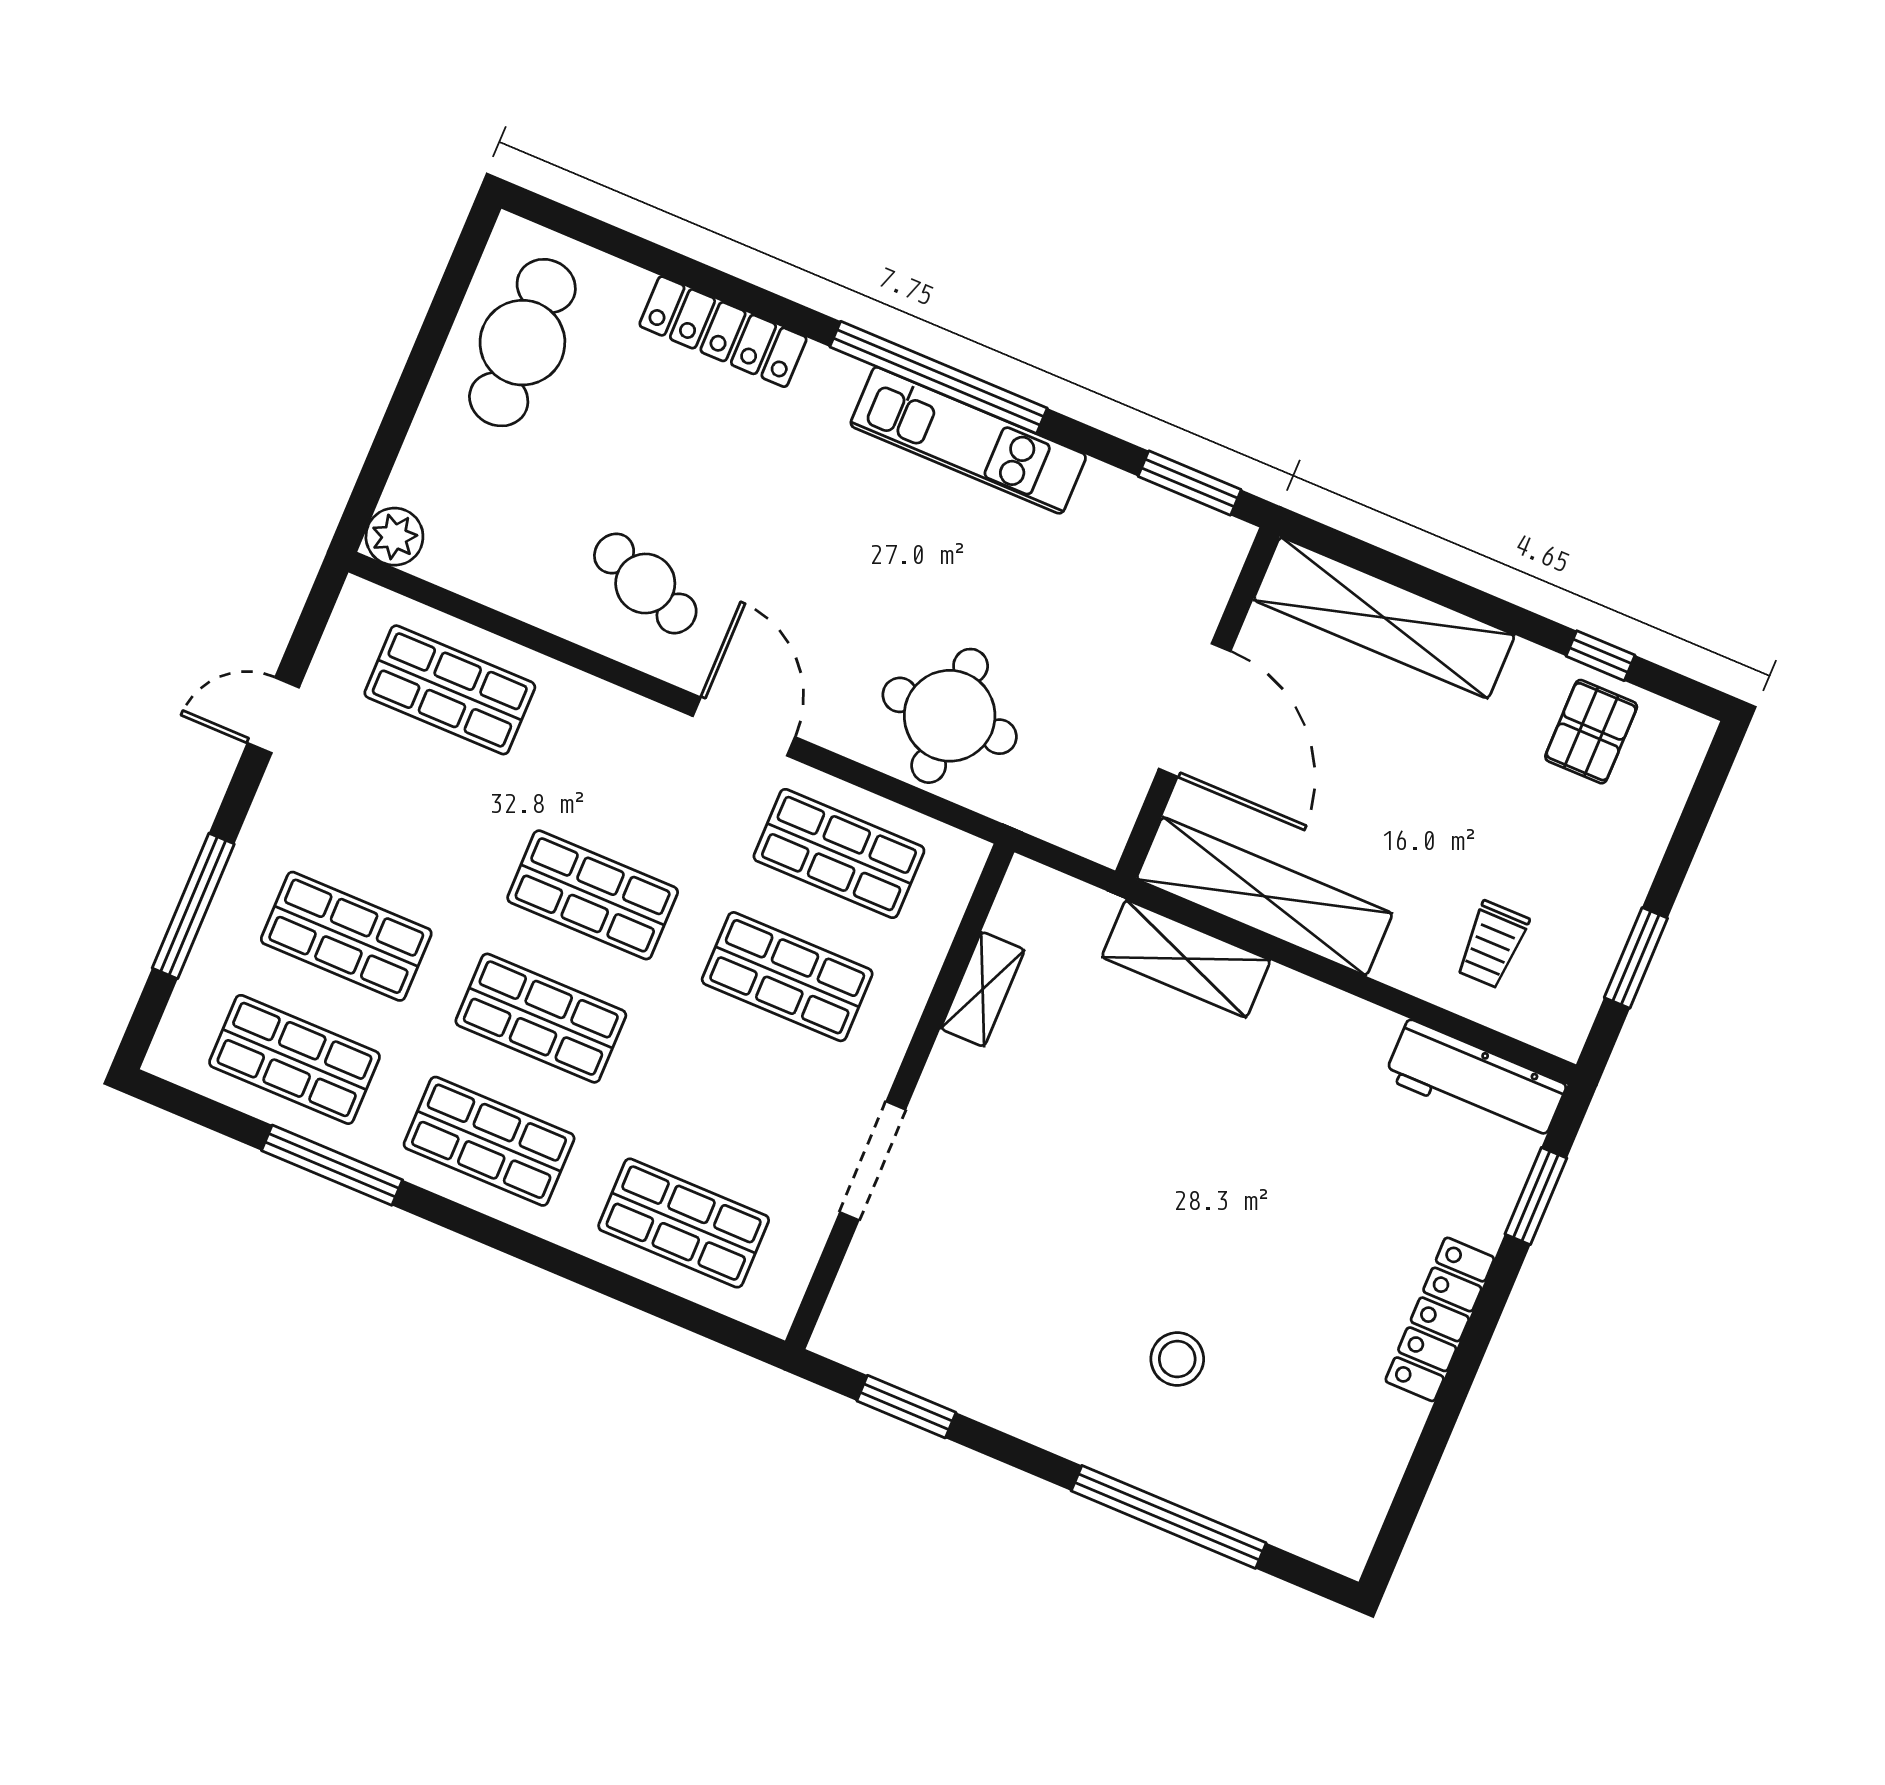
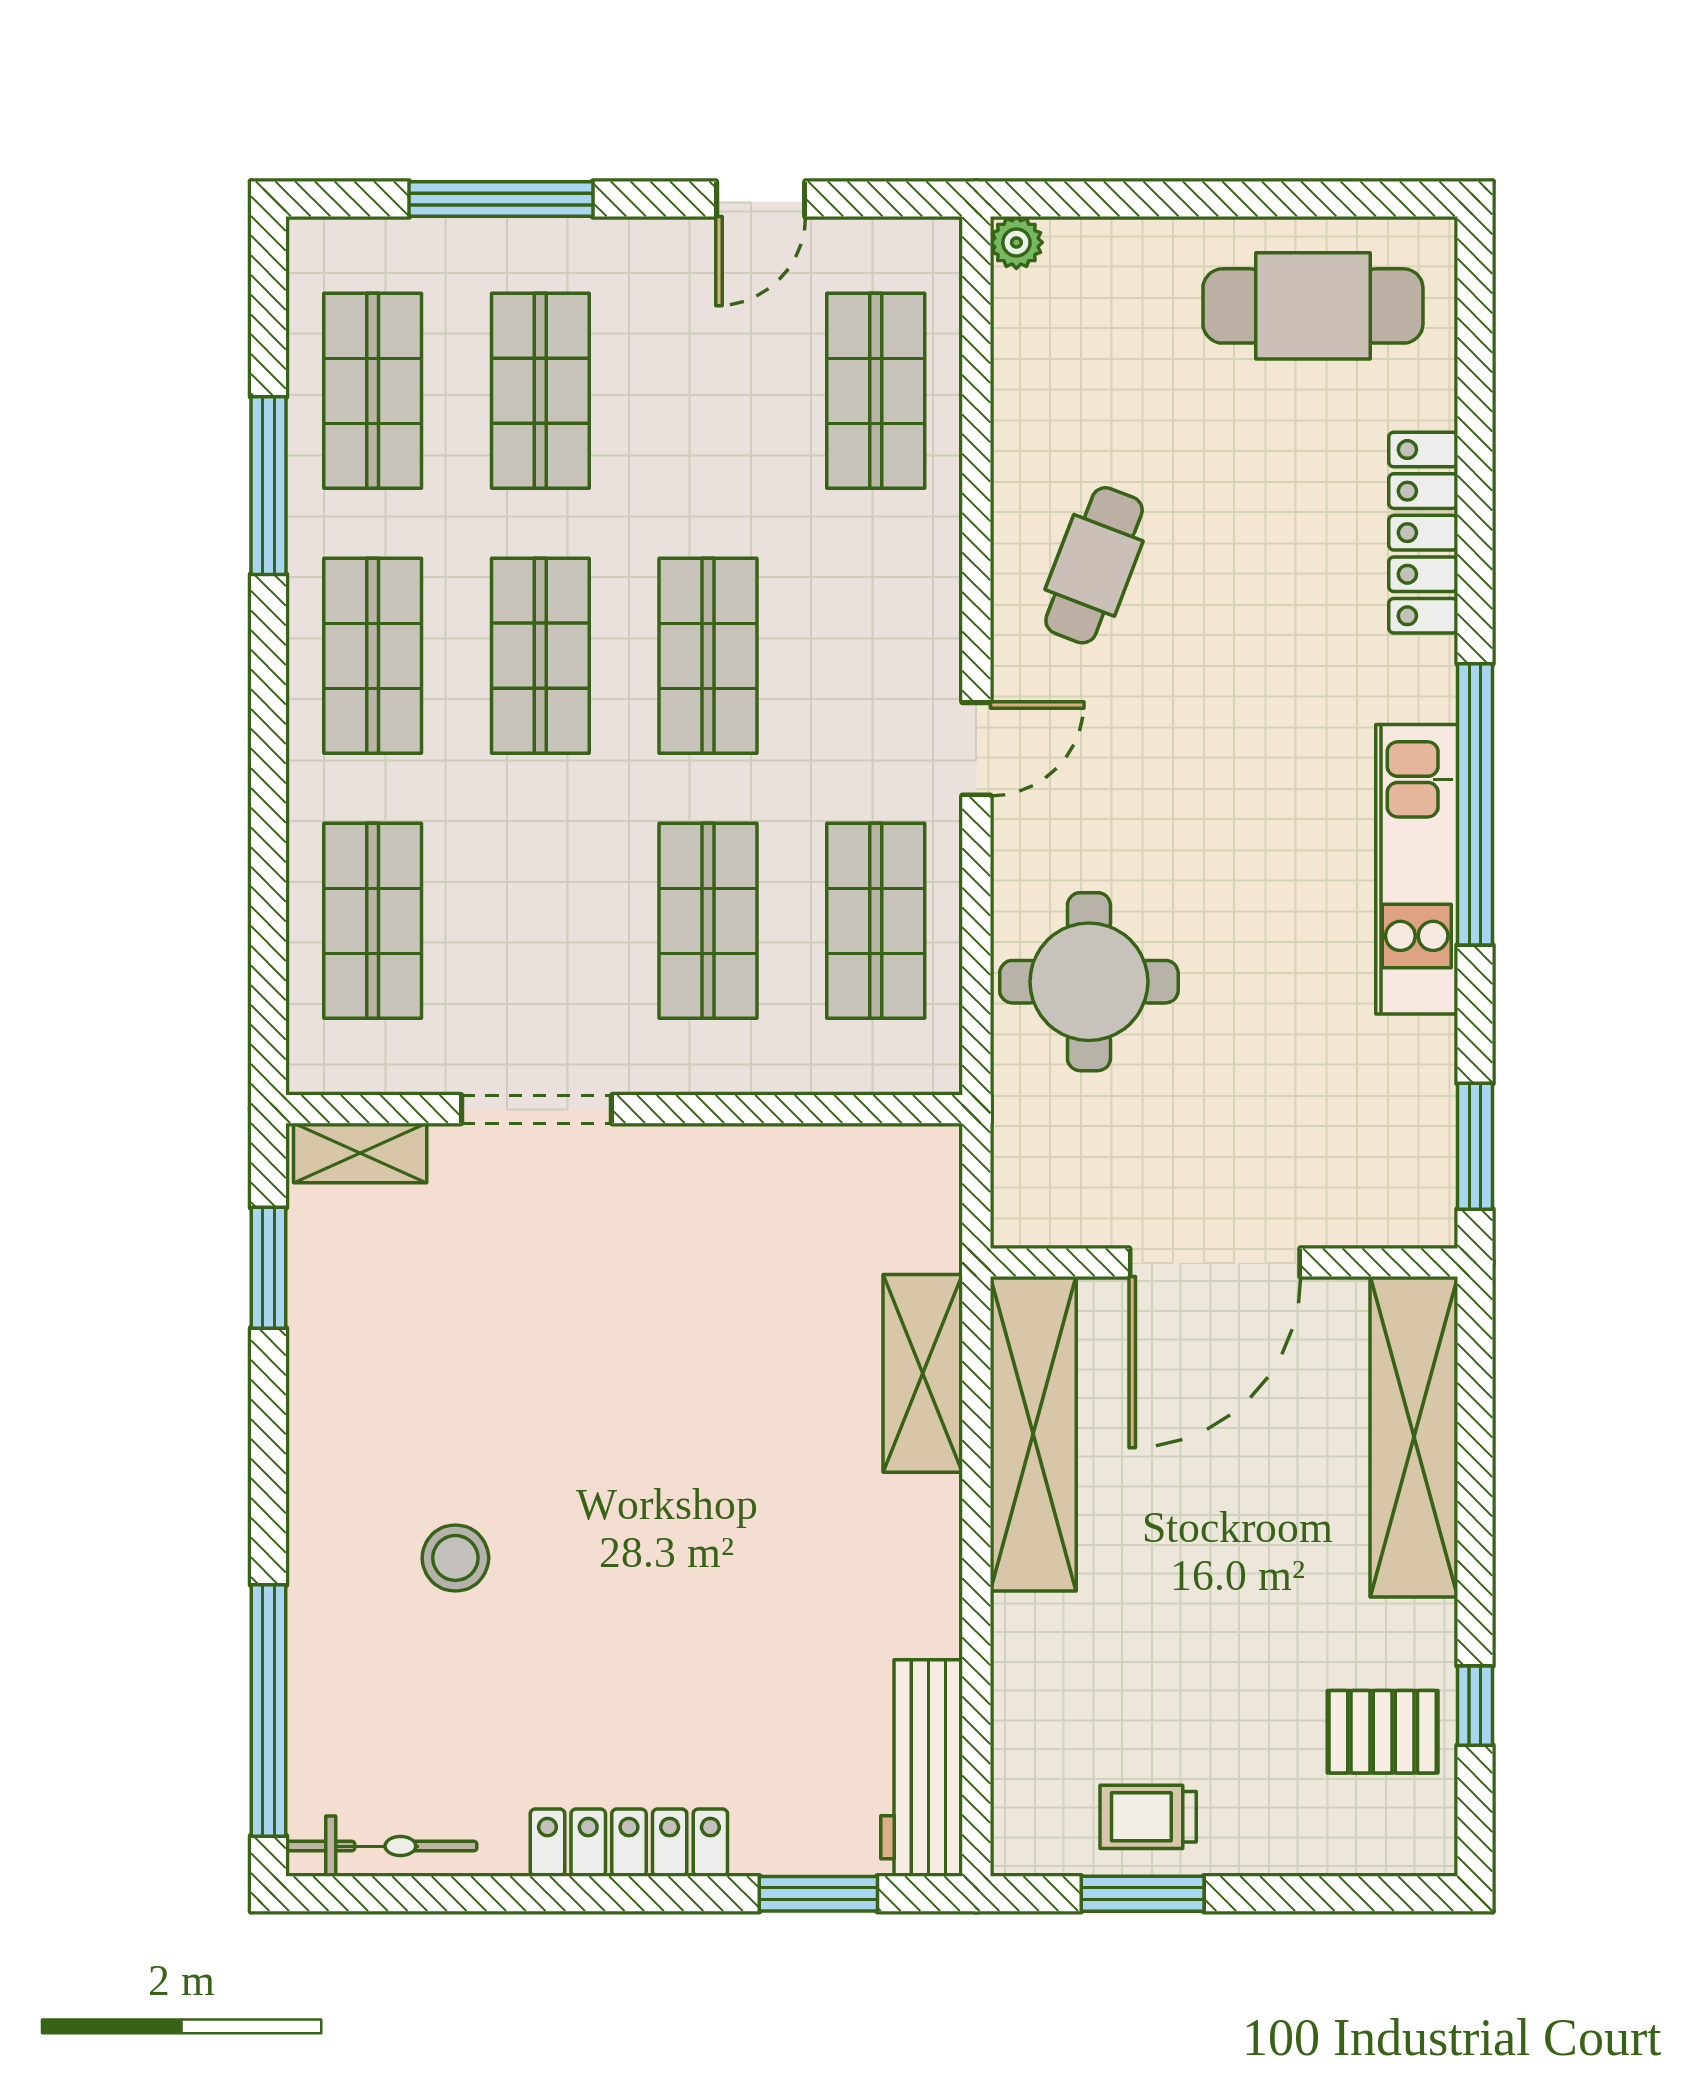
plant: (394, 537) -> (1016, 242), width x0.73, depth x0.73
door: (273, 715) -> (761, 199), swing flipped
door: (744, 727) -> (976, 749), width x0.73
trolley: (1492, 945) -> (1148, 1817), moved
shelving: (983, 989) -> (360, 1153), moved
bicycle: (1366, 1502) -> (381, 1846), added
window: (1169, 1517) -> (268, 1710), moved

